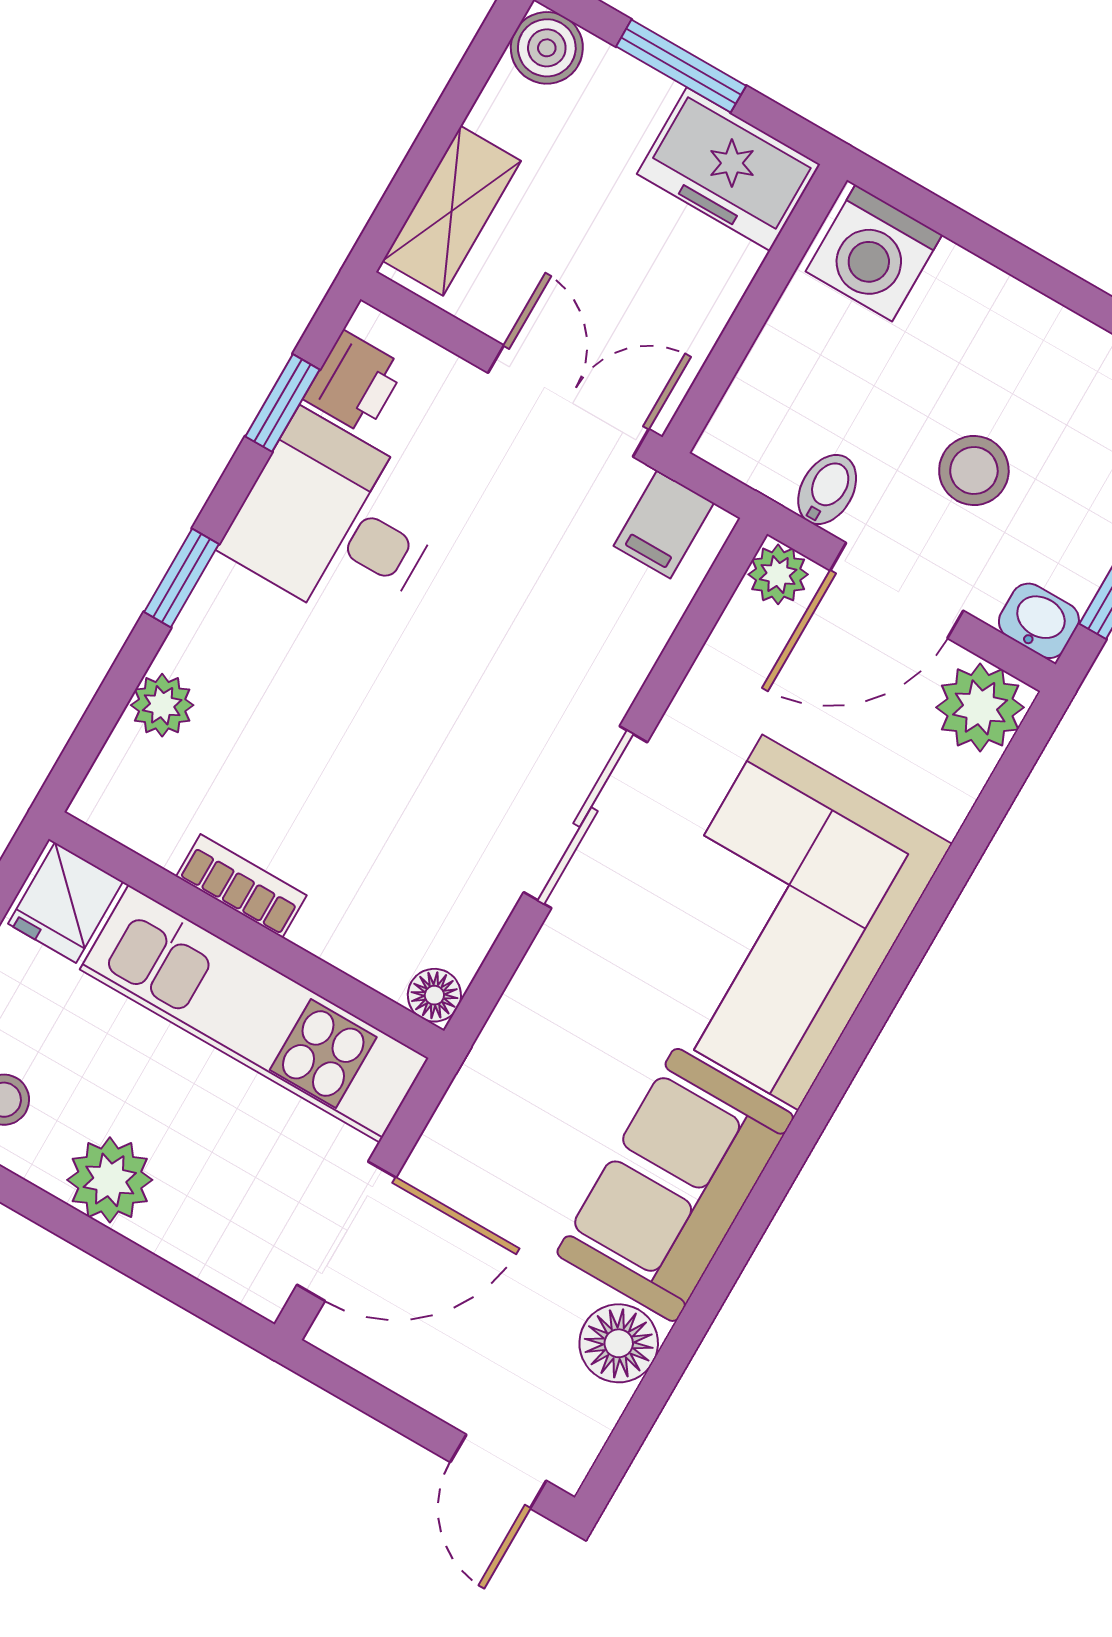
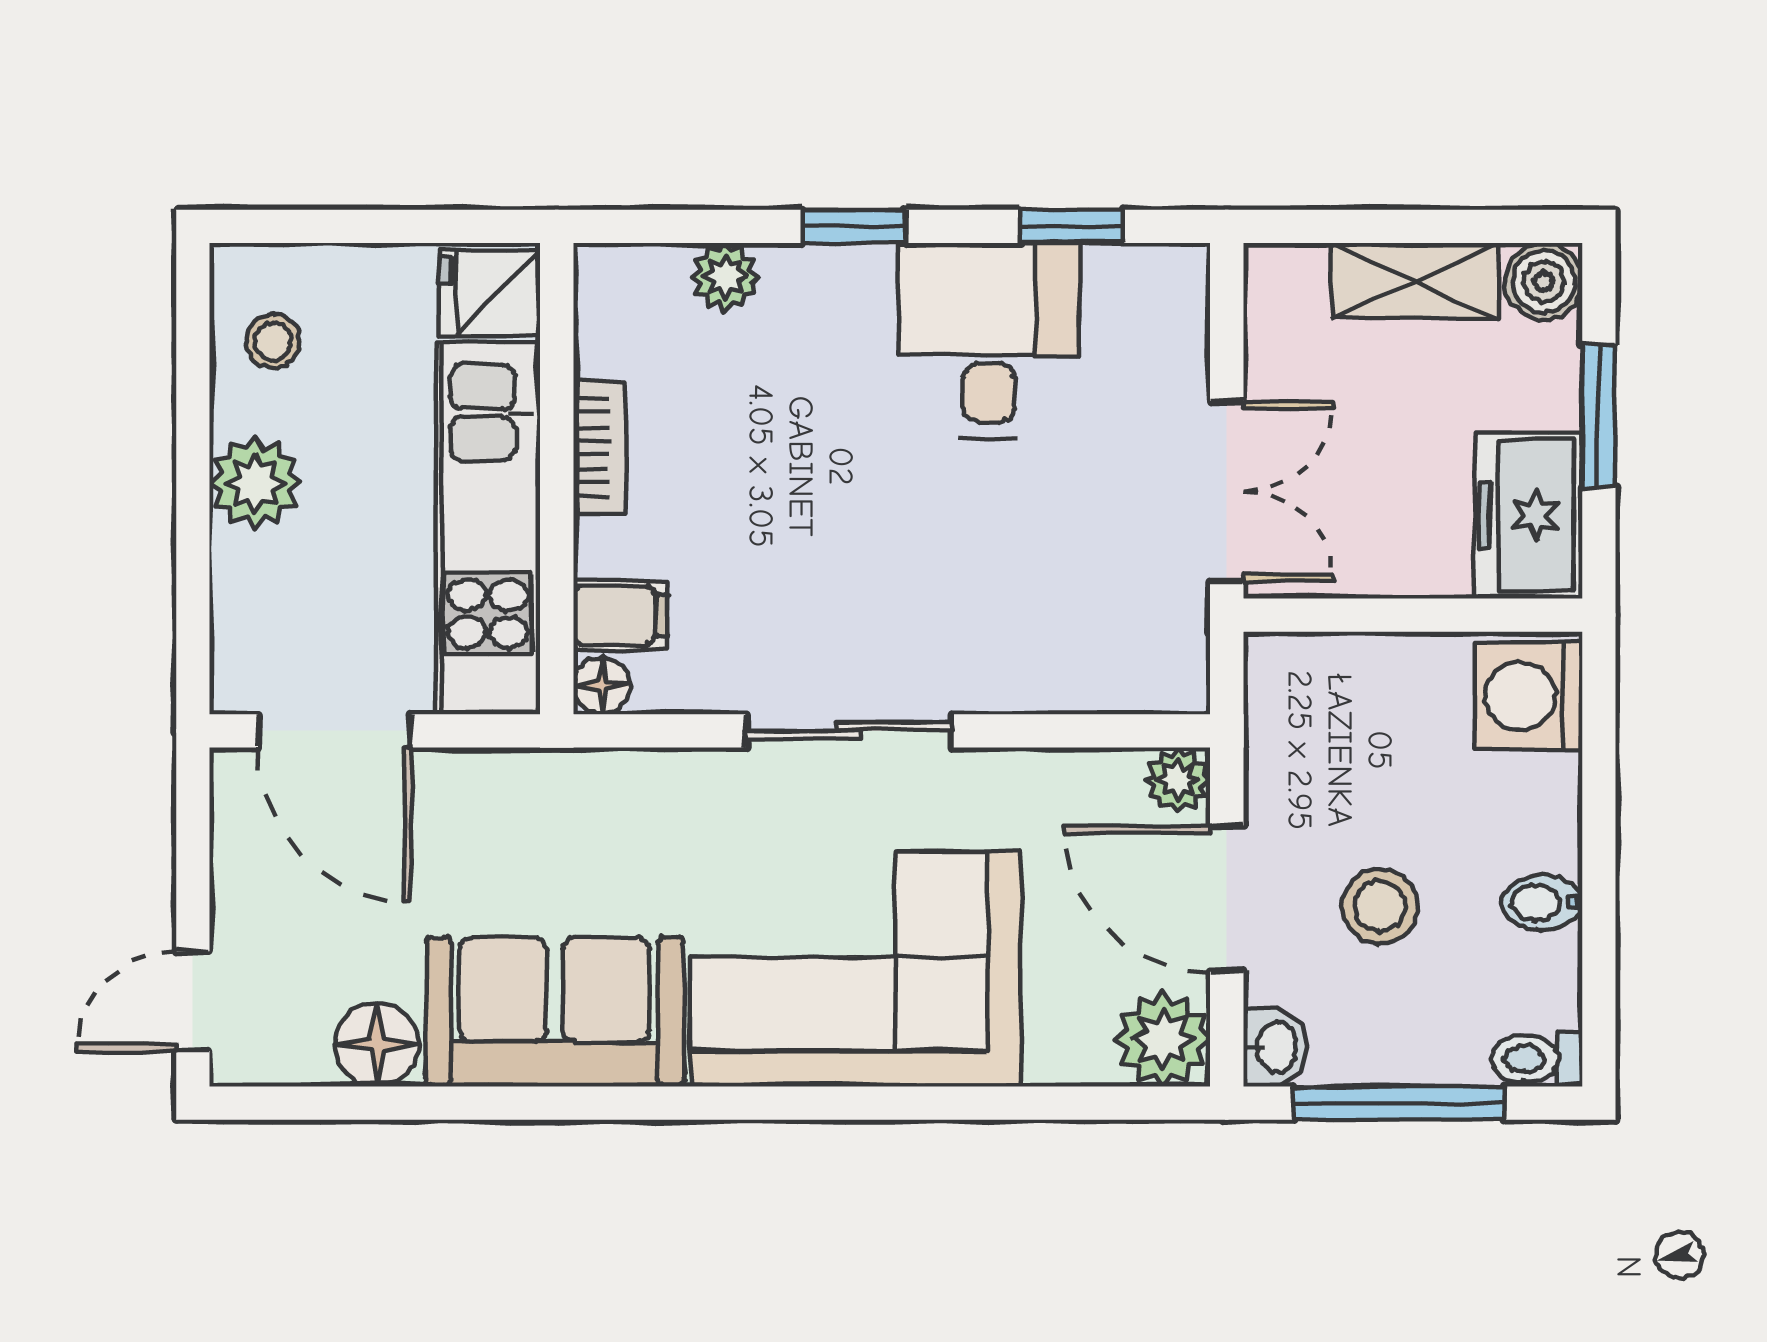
shelving: (452, 211) -> (1415, 281), moved
printer: (354, 383) -> (1129, 282), removed
bidet: (827, 489) -> (1542, 903), moved, turned 180
filing cabinet: (664, 524) -> (620, 616), moved, turned 180

